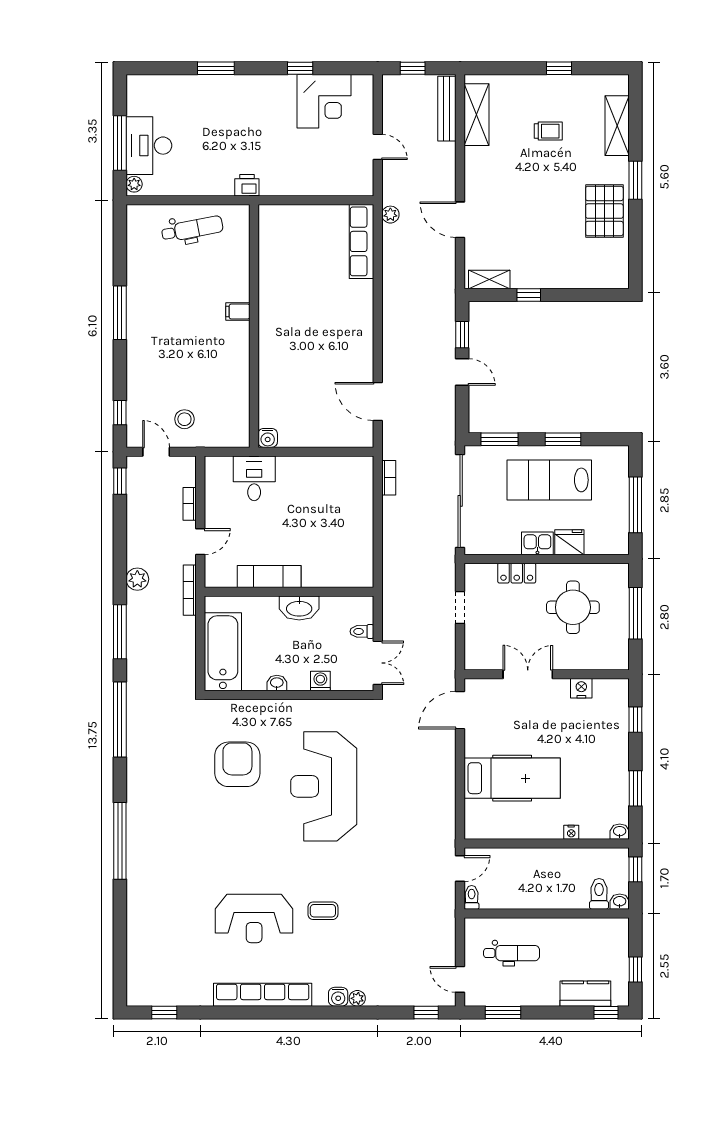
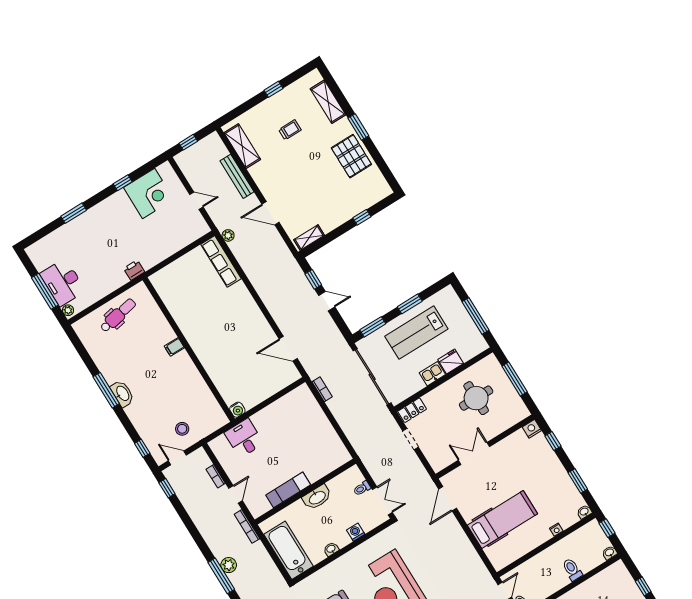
bench: (447, 109) -> (237, 176), moved
window: (529, 295) -> (362, 217), moved
washbasin: (137, 329) -> (122, 394), added
locker: (517, 573) -> (412, 410), moved
plant: (137, 579) -> (229, 565), moved
nightstand: (581, 688) -> (532, 429), moved
toilet: (599, 894) -> (572, 569), moved

